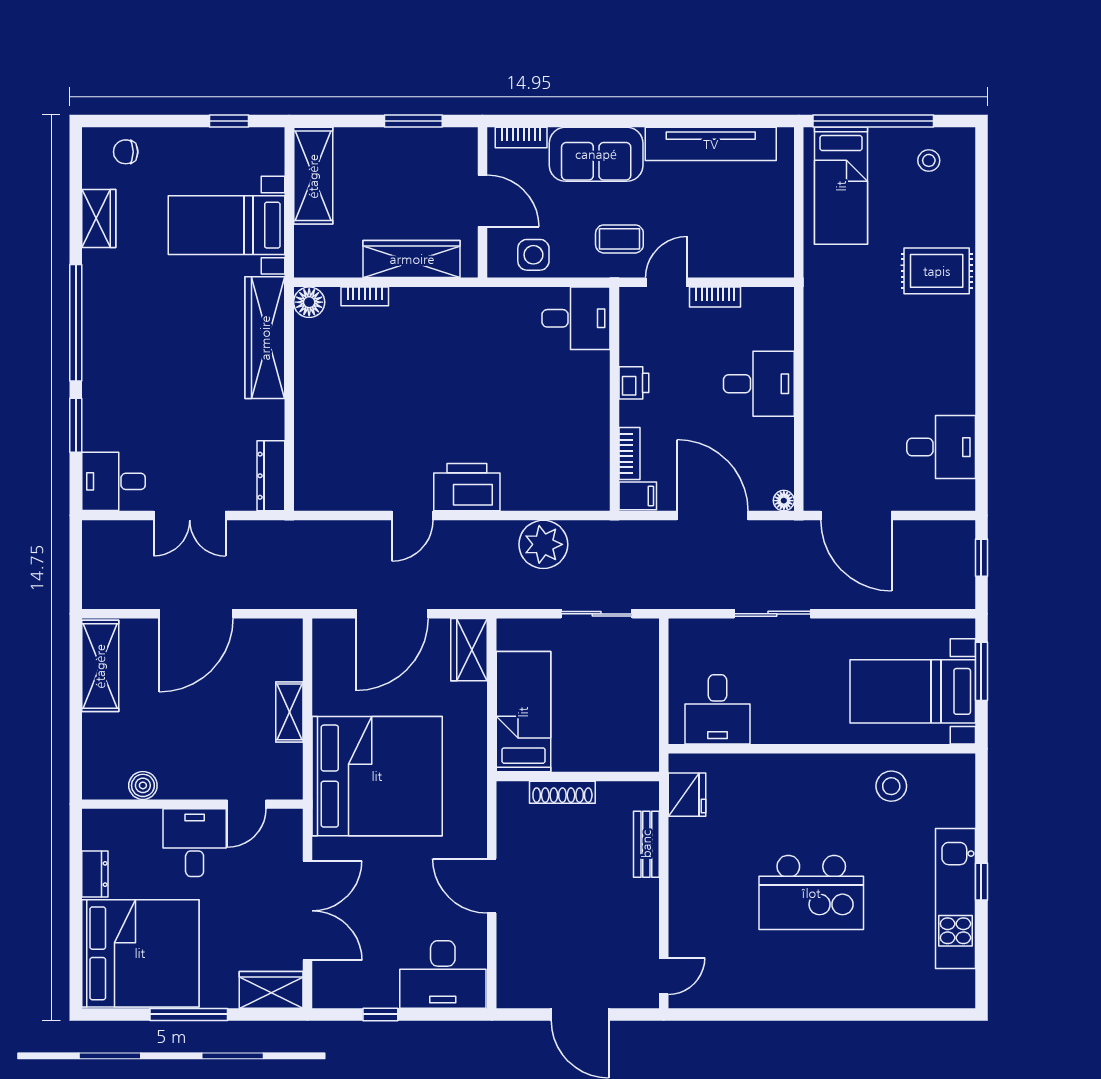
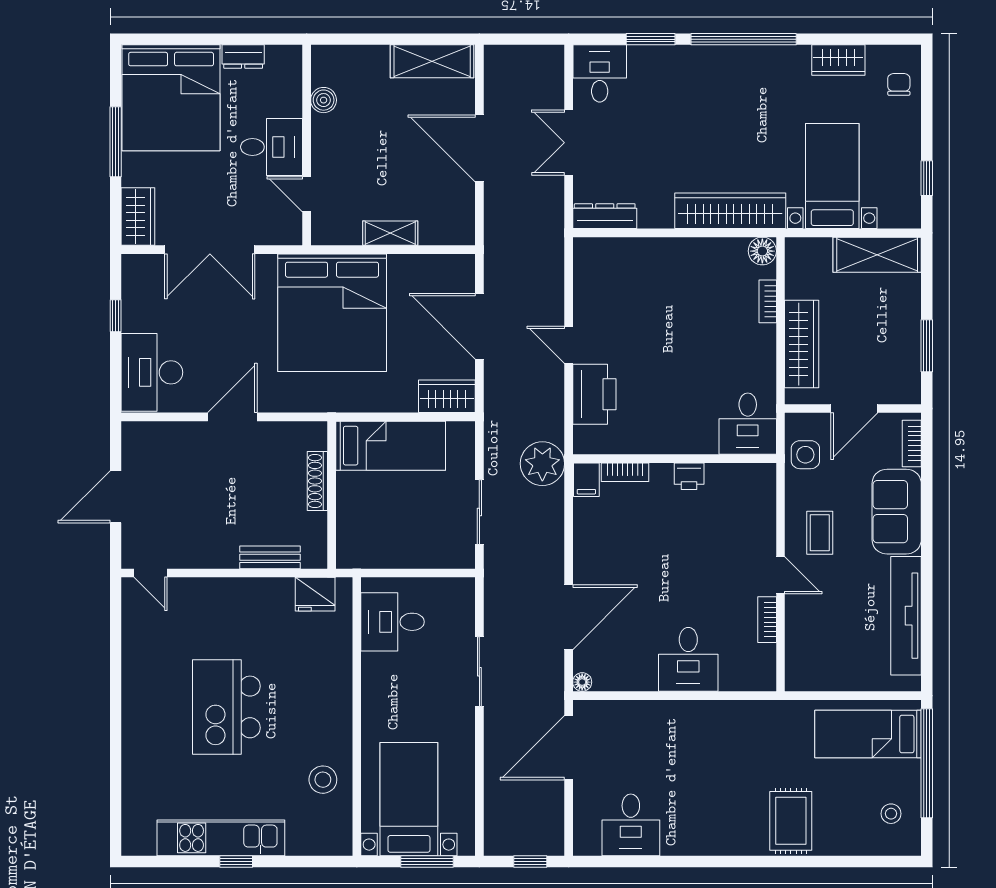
desk: (576, 318) -> (748, 424), moved
printer: (634, 383) -> (689, 476), moved
wall: (615, 399) -> (675, 459), moved
bookcase: (630, 454) -> (625, 472), moved
filing cabinet: (638, 496) -> (586, 480), moved

